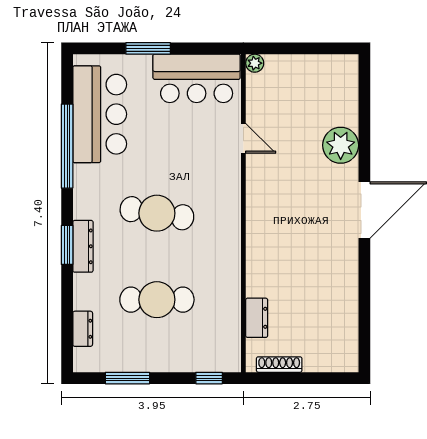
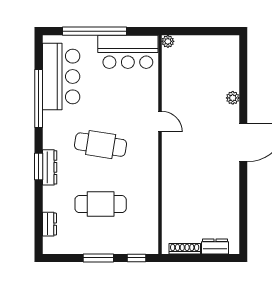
window: (148, 48) -> (95, 31), width x2.11
door: (243, 138) -> (160, 122), moved
plant: (341, 145) -> (233, 98), width x0.53, depth x0.53
dresser: (257, 318) -> (215, 246), moved, turned -90
window: (127, 378) -> (98, 258), moved

